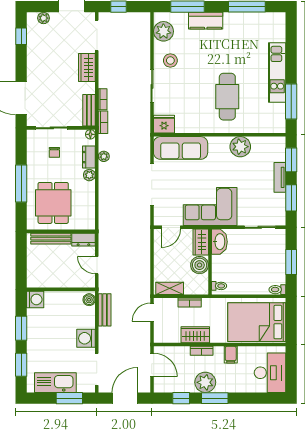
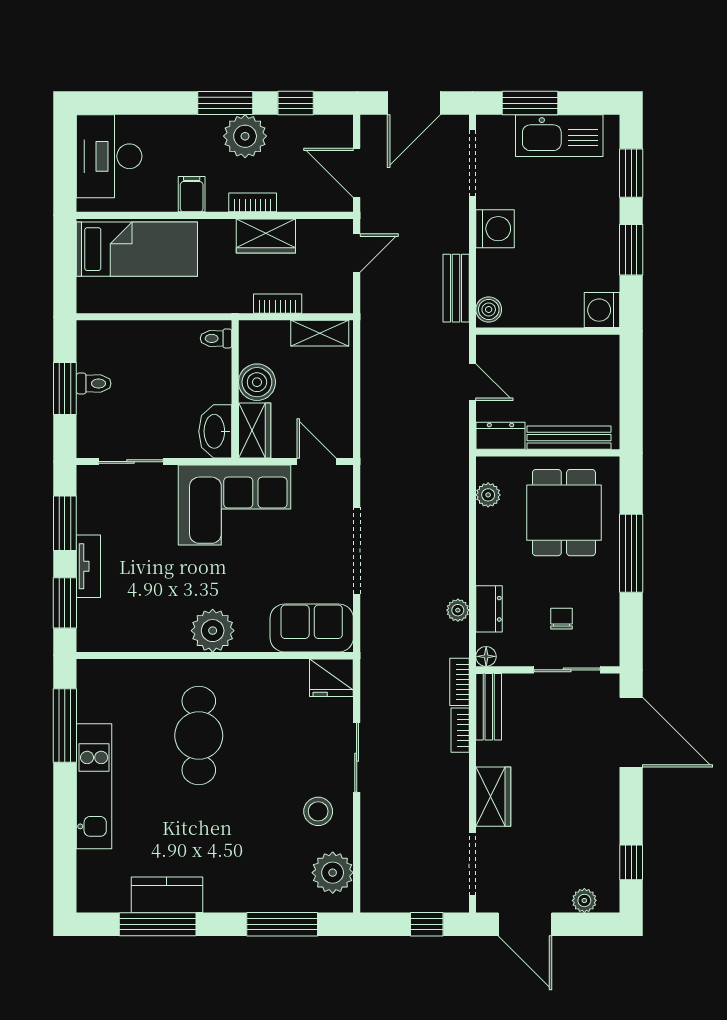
kitchen counter: (206, 21) -> (167, 895), moved
plant: (240, 147) -> (213, 631), moved
sofa: (181, 148) -> (312, 628), width x0.73
plant: (89, 175) -> (488, 495), moved
door: (171, 227) -> (317, 462), hinge flipped
toilet: (277, 290) -> (94, 384), moved
door: (152, 312) -> (357, 253), moved
bed: (257, 322) -> (137, 249), width x0.67

